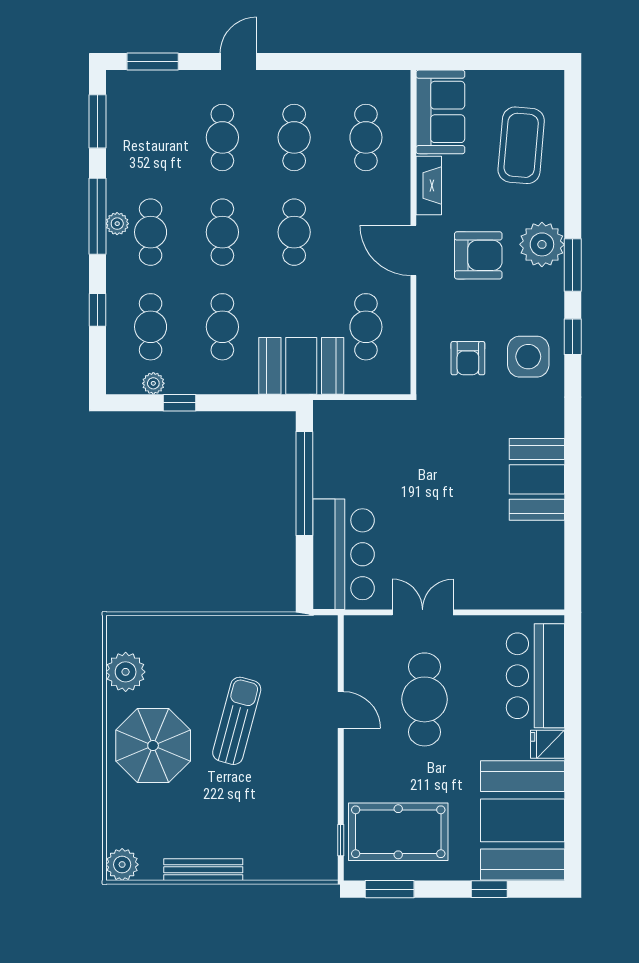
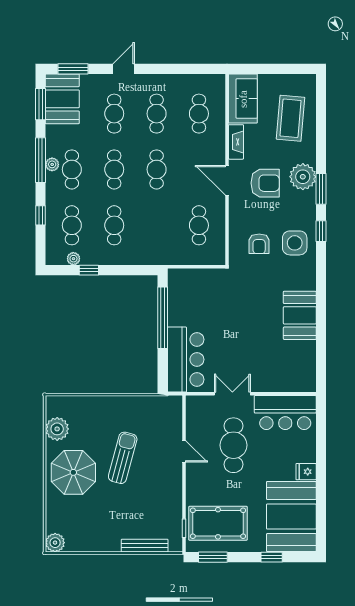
booth: (301, 366) -> (62, 99), moved, turned 90
bar counter: (535, 676) -> (285, 413), moved, turned -90
bench: (203, 870) -> (145, 546), moved

